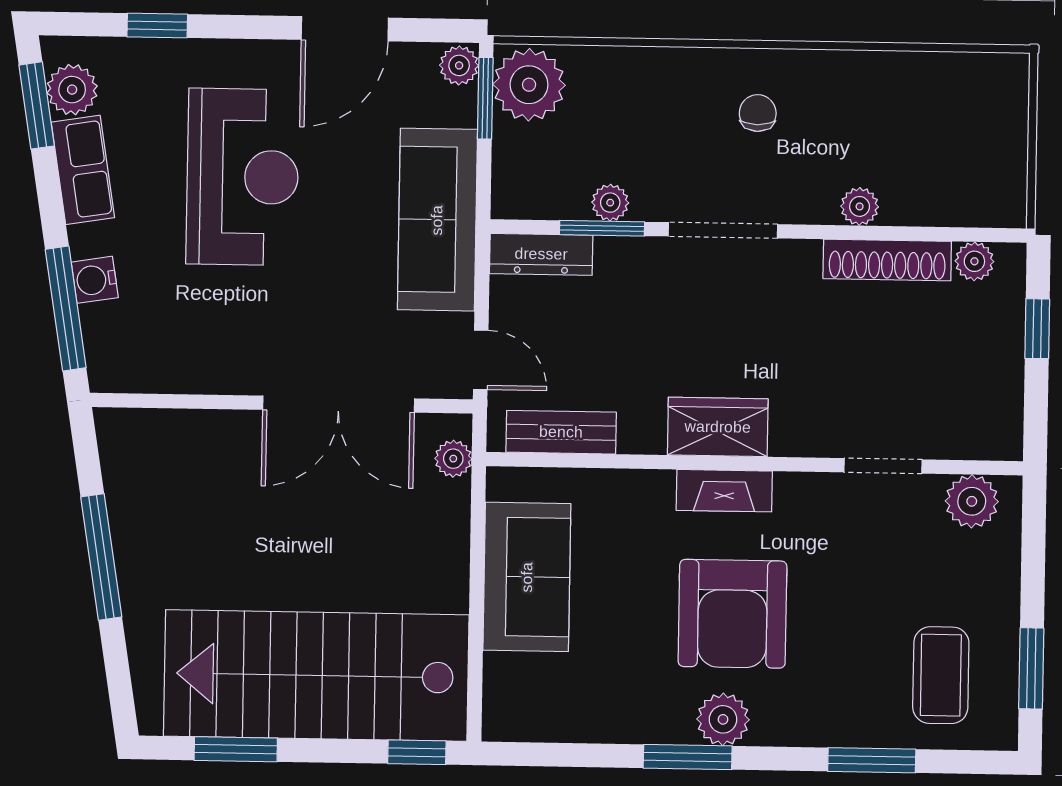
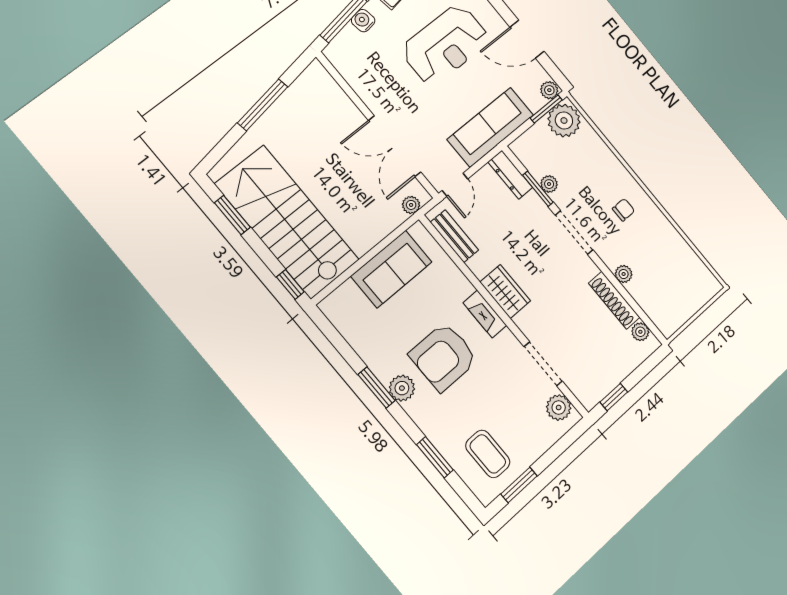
window: (1037, 329) -> (614, 397), moved
doorway: (883, 466) -> (543, 364), width x1.38
coffee table: (941, 675) -> (488, 454), turned 90

